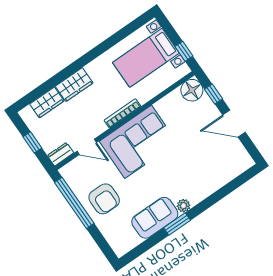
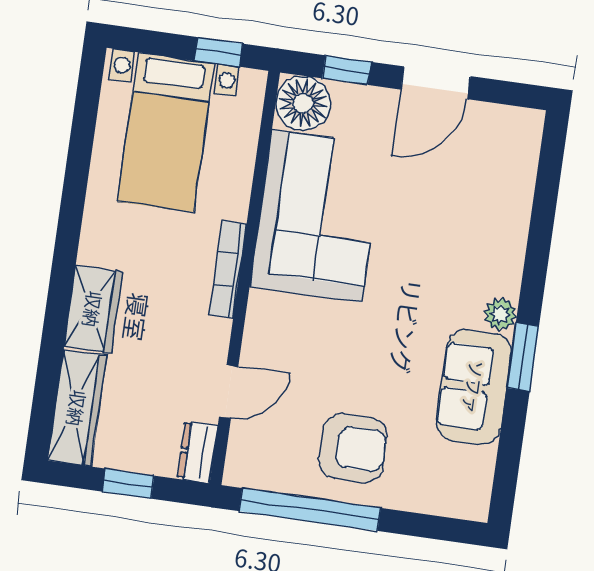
wardrobe: (47, 102) -> (77, 408), width x1.50
corner sofa: (138, 142) -> (317, 216), moved

